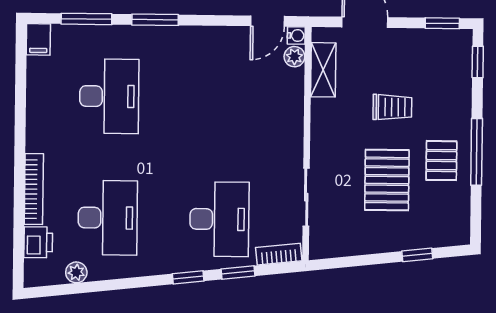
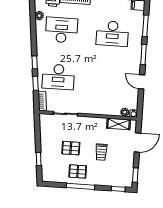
door: (267, 21) -> (142, 82), moved
pallet: (387, 180) -> (71, 148), width x0.67, depth x0.71
desk: (108, 218) -> (62, 30), turned 180

